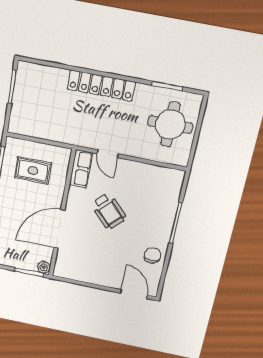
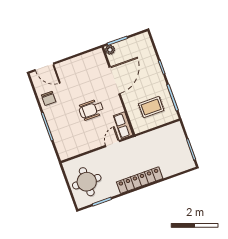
door: (108, 154) -> (113, 144), hinge flipped
wheelchair: (109, 211) -> (91, 110), turned -46

